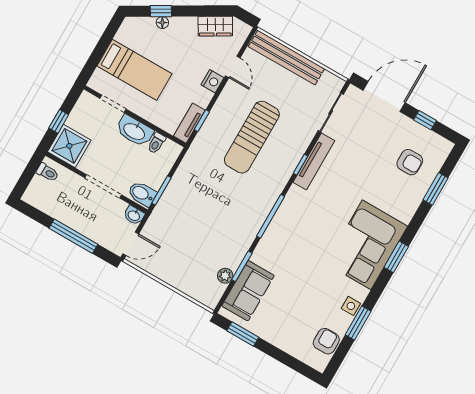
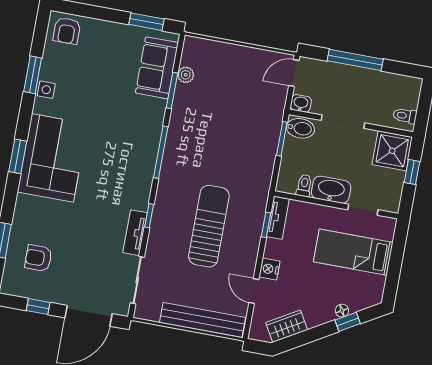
tv unit: (314, 161) -> (135, 233), width x0.71
armchair: (326, 341) -> (67, 31), moved

